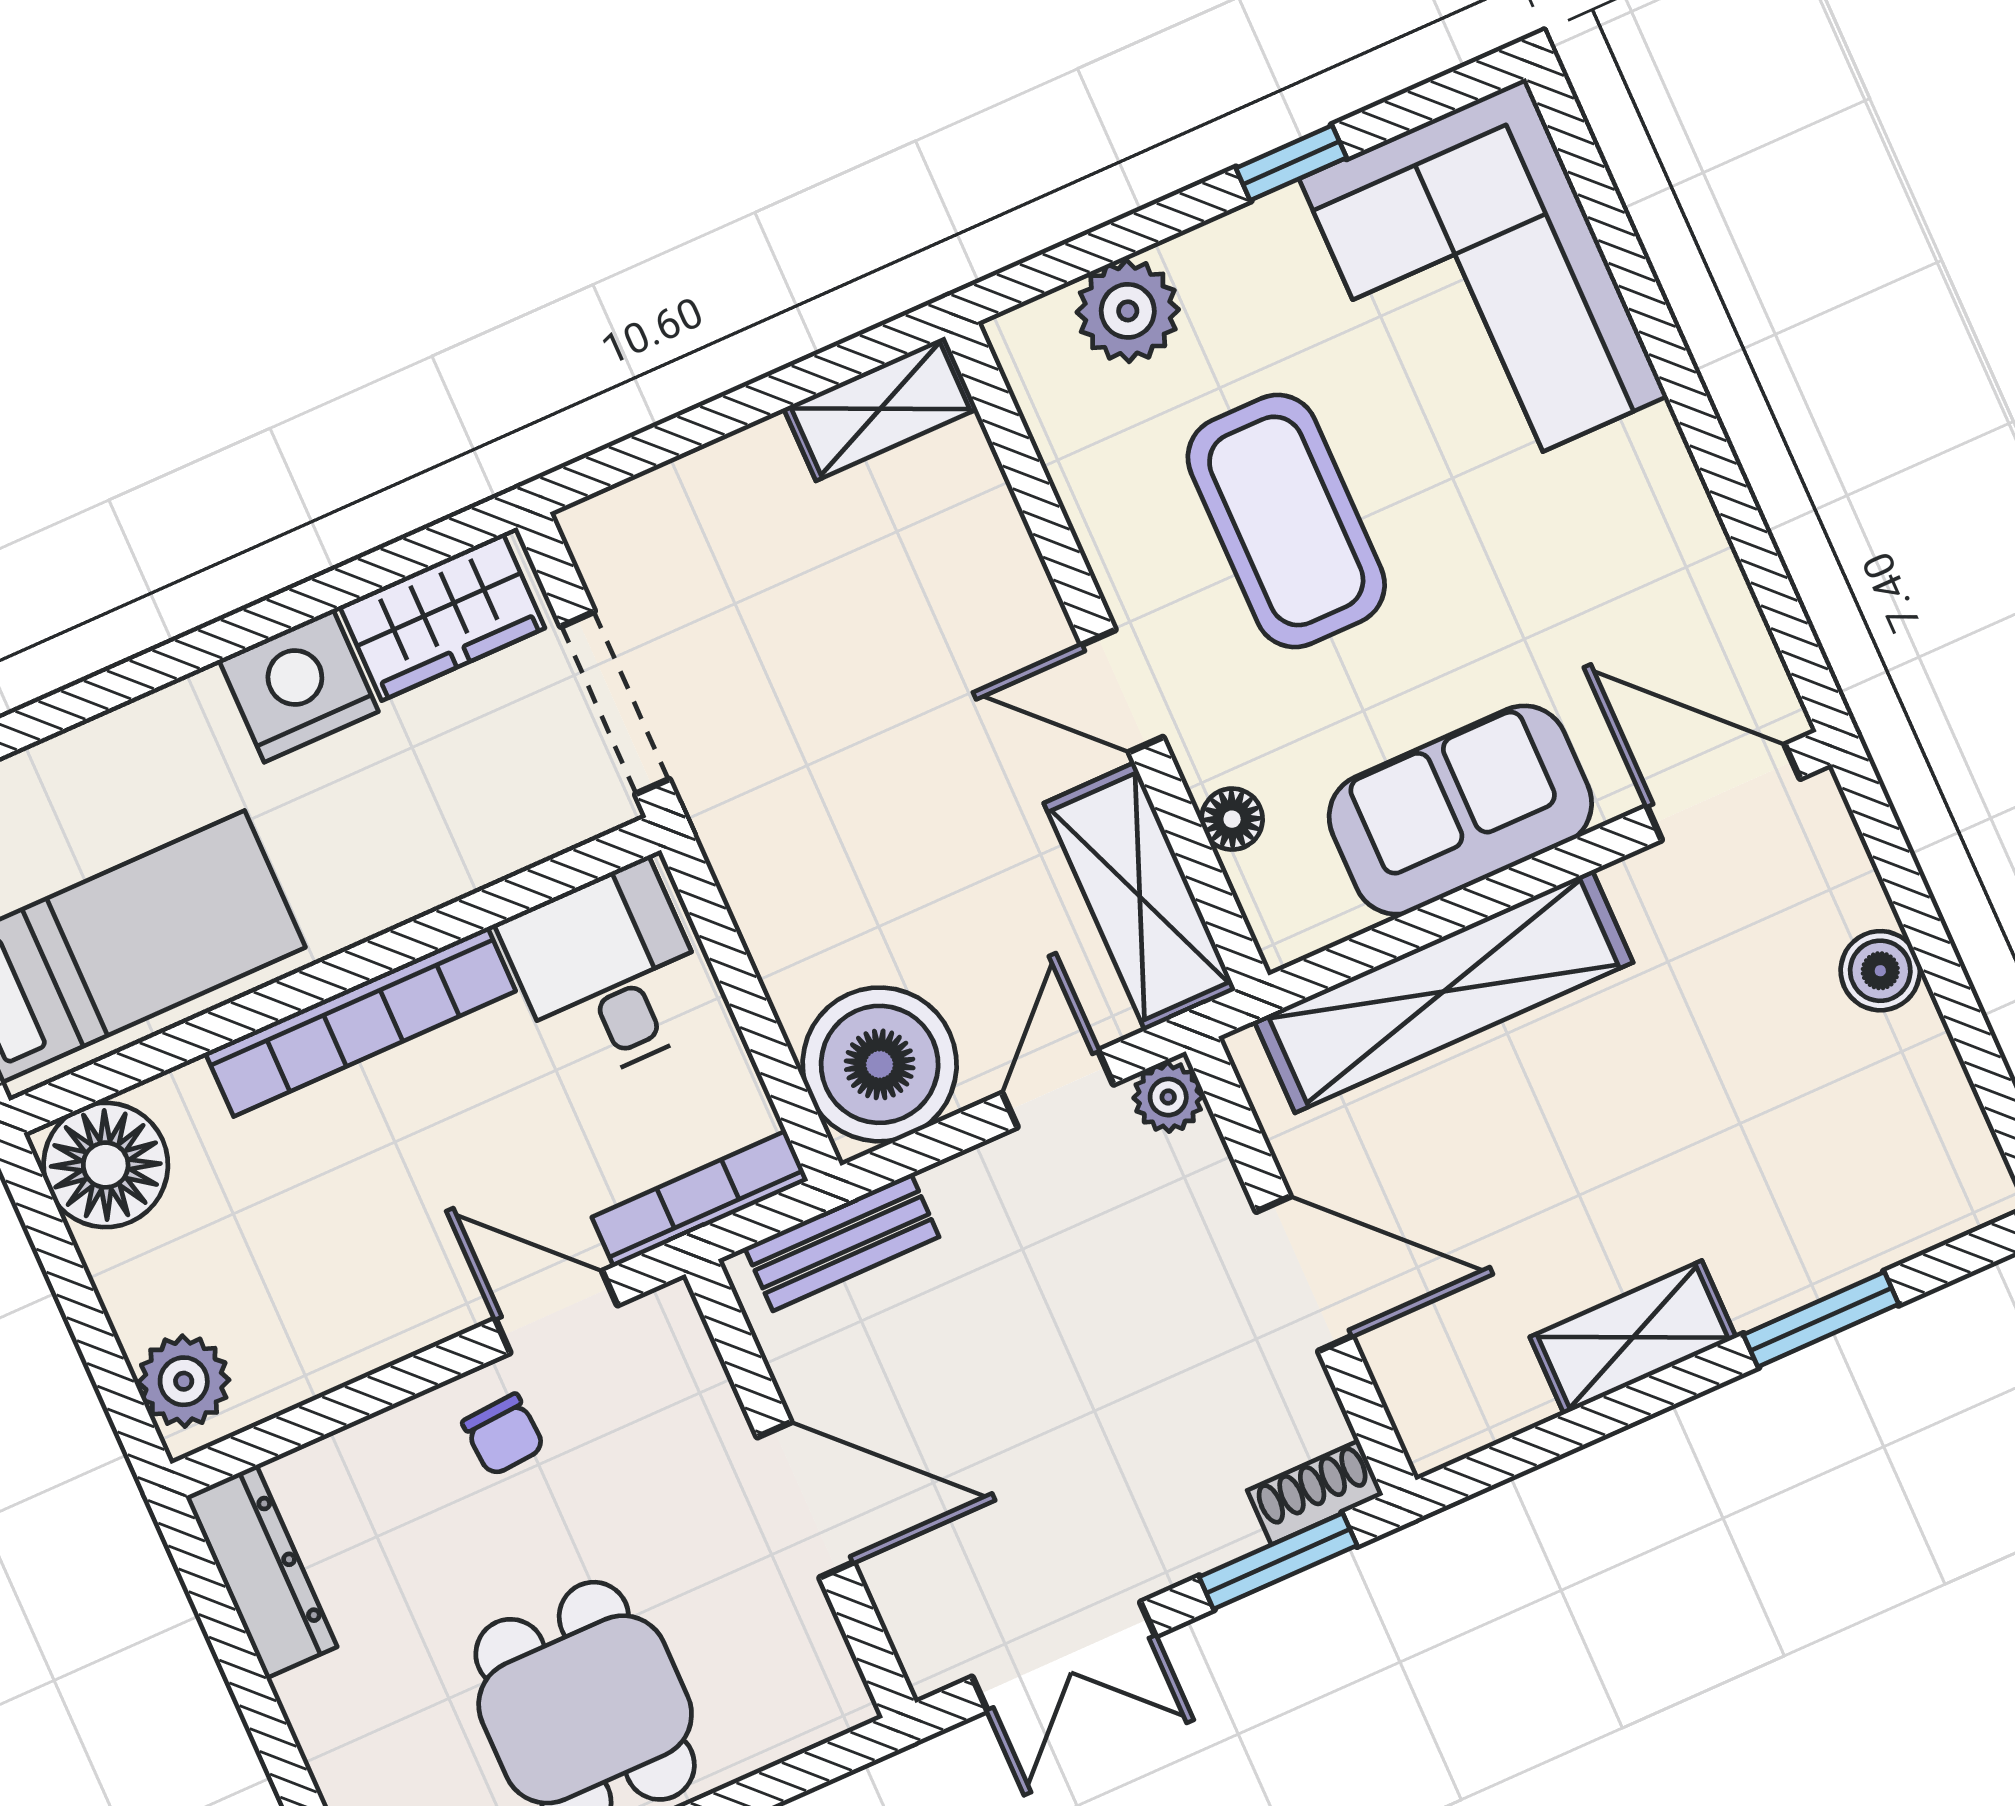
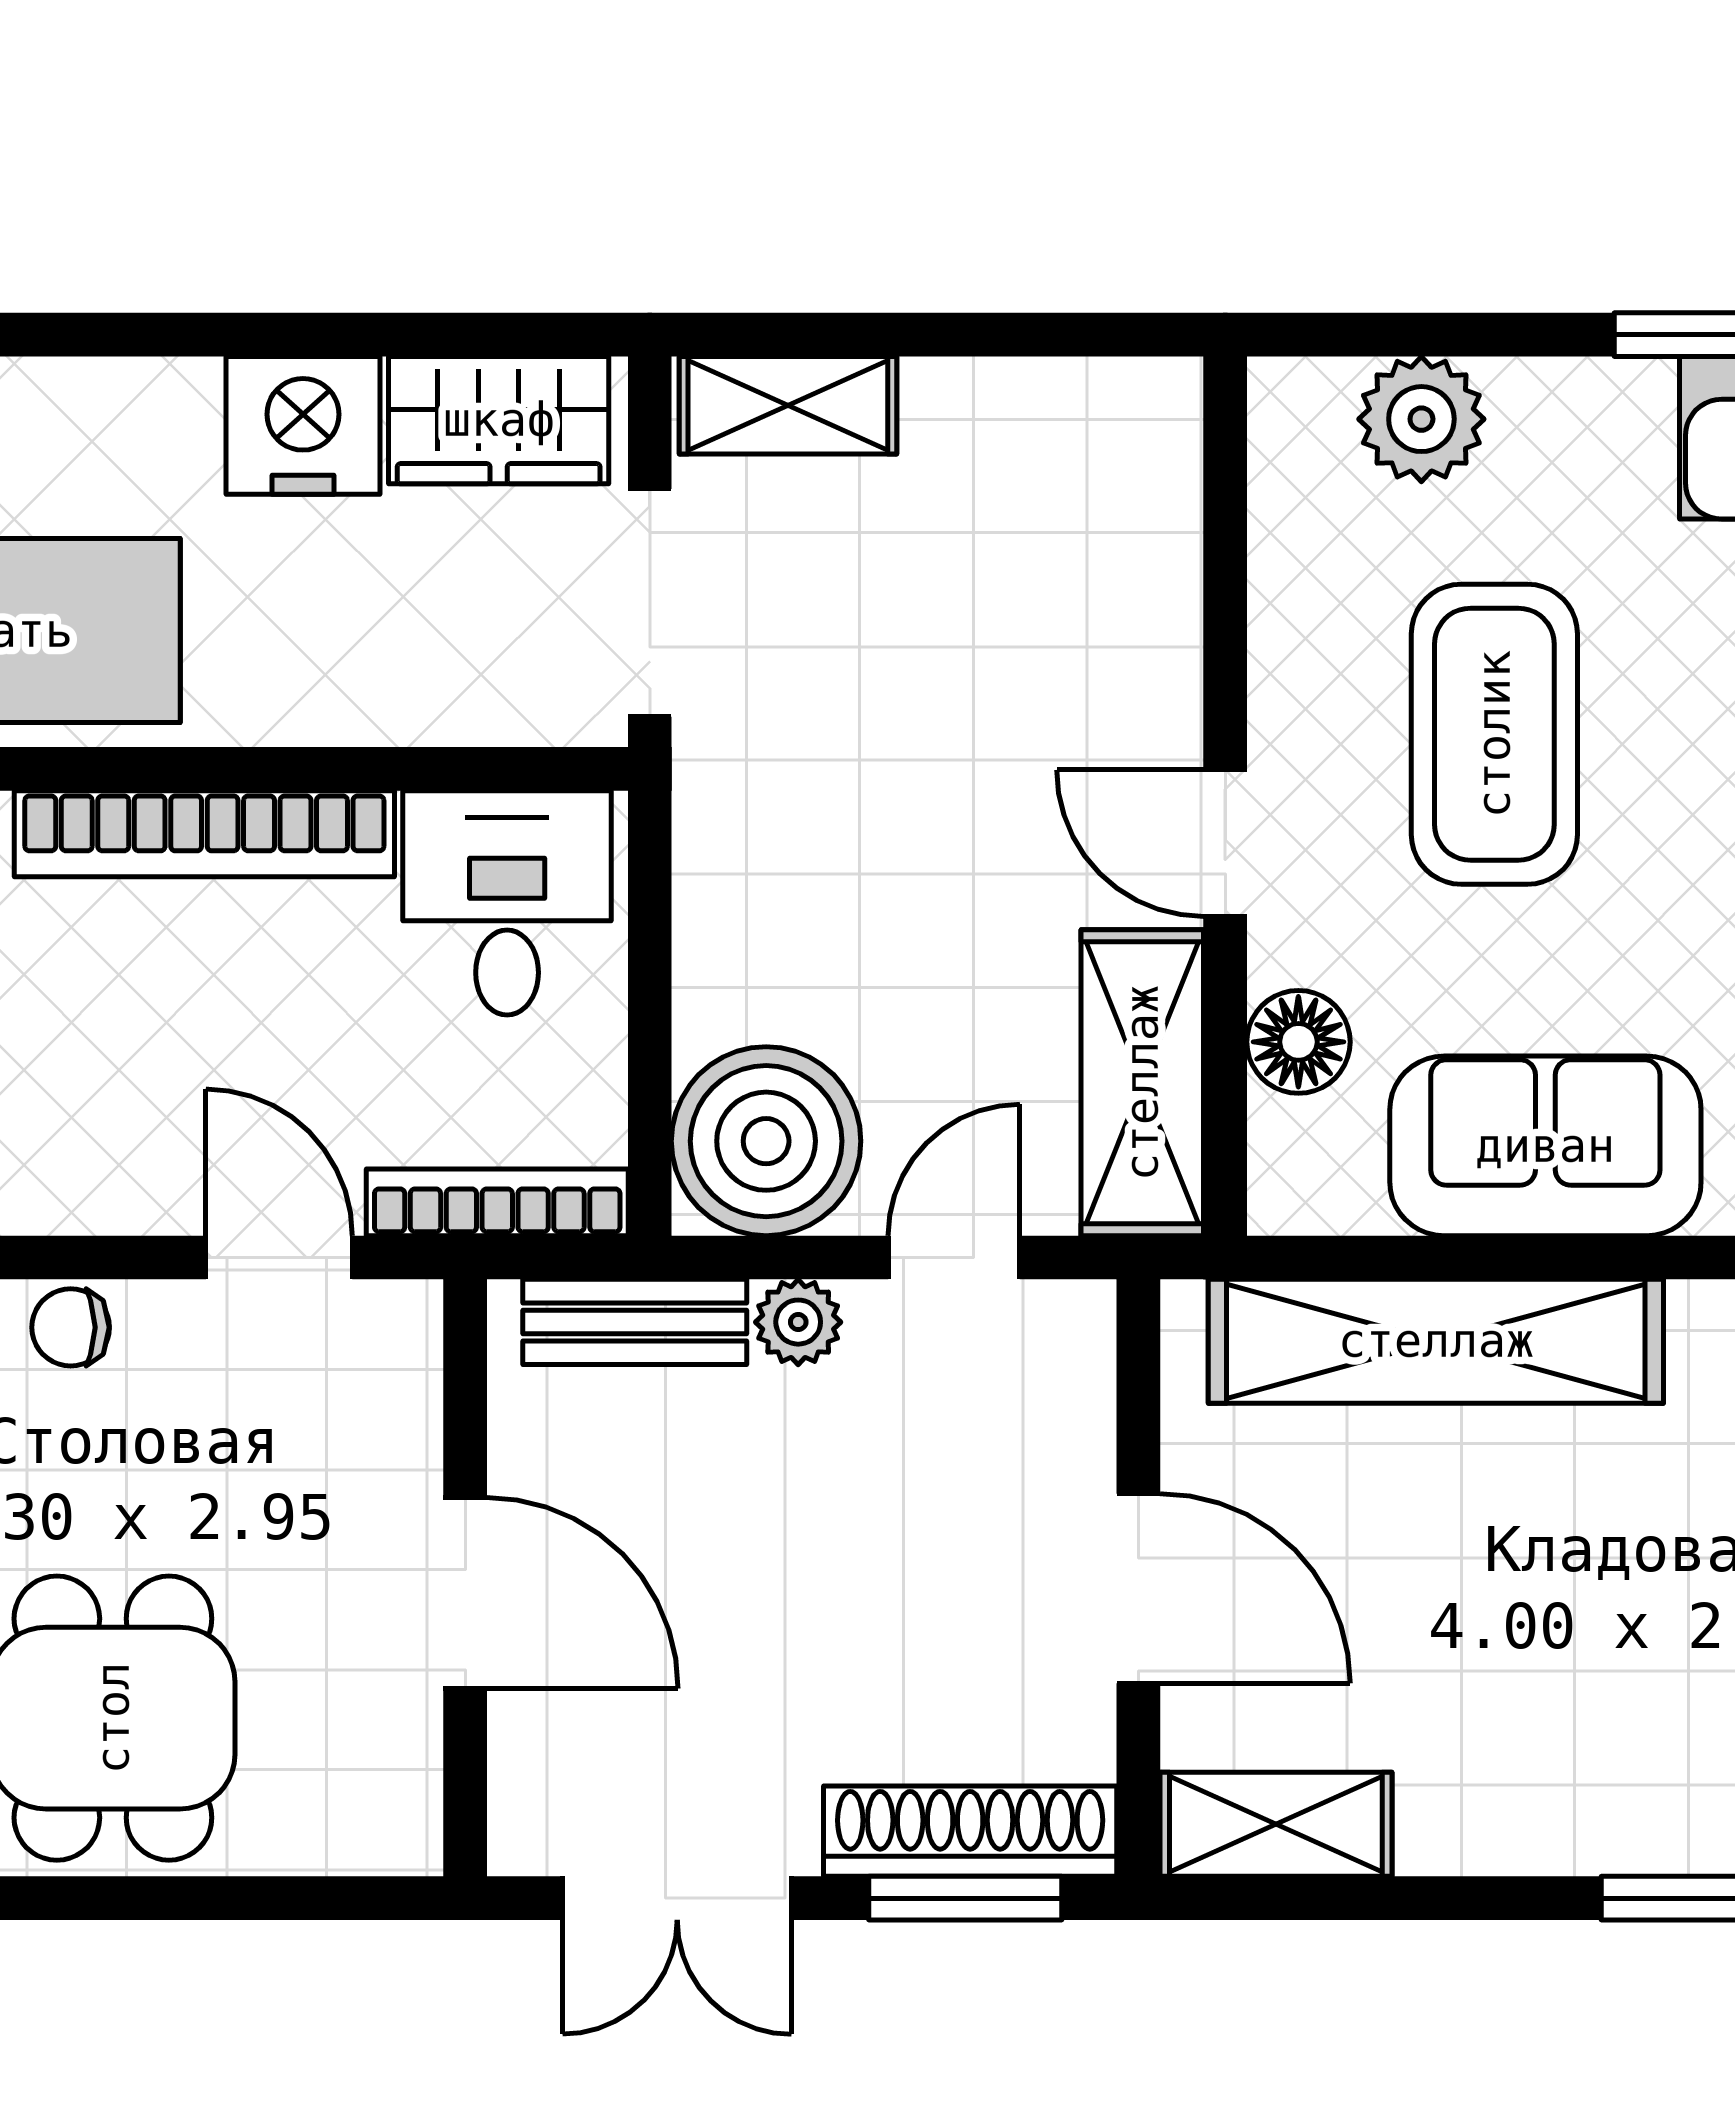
shelving: (880, 409) -> (788, 405), moved
floor lamp: (1232, 819) -> (1298, 1042), width x1.37, depth x1.37
plant: (1168, 1097) -> (798, 1322), moved
shelving: (1633, 1337) -> (1276, 1824), moved
chair: (503, 1435) -> (71, 1327), moved, turned 94
shoe rack: (1315, 1493) -> (970, 1831), width x1.94, depth x1.24

